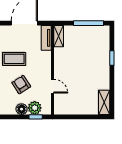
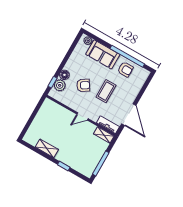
door: (52, 86) -> (82, 116), moved
shelving: (104, 102) -> (47, 148), moved

